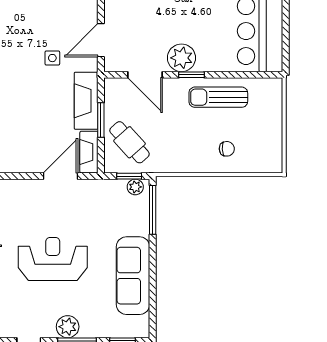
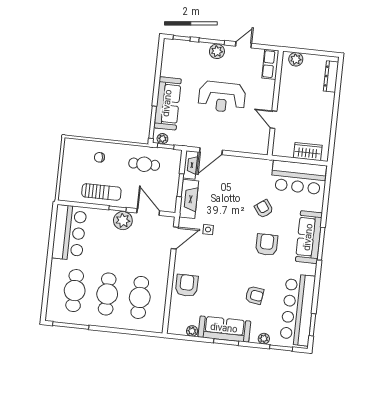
cafe table: (130, 142) -> (144, 164), moved, turned -48
sofa: (133, 276) -> (168, 103), moved

